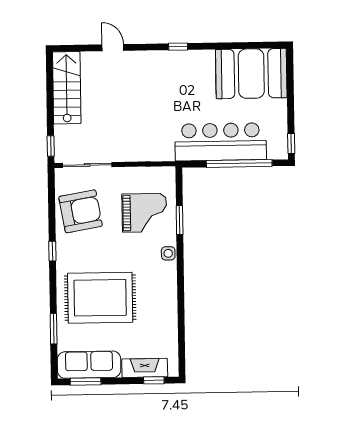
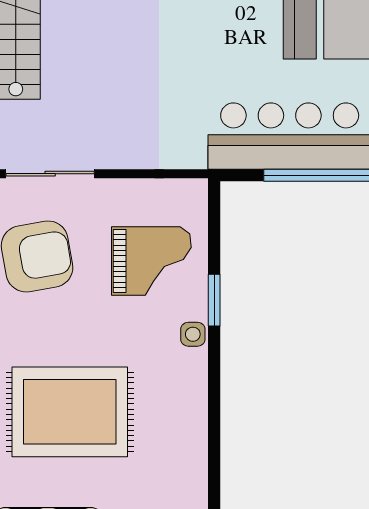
window: (180, 220) -> (214, 300), moved

